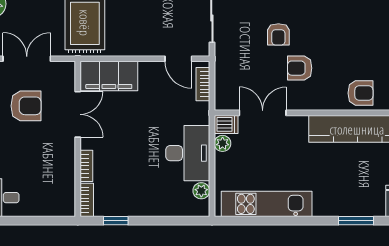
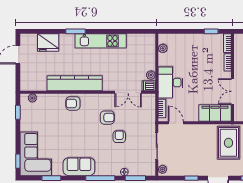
desk: (188, 153) -> (170, 83), moved
kitchen unit: (267, 204) -> (101, 41), moved

